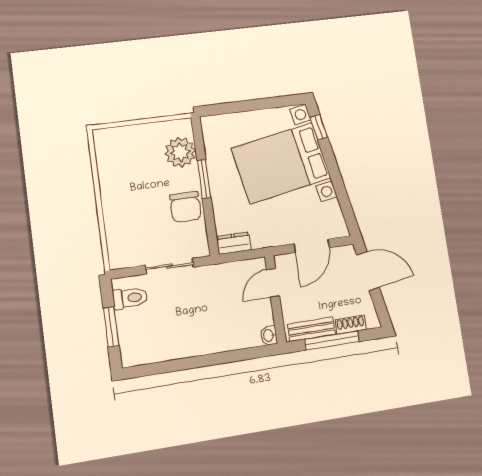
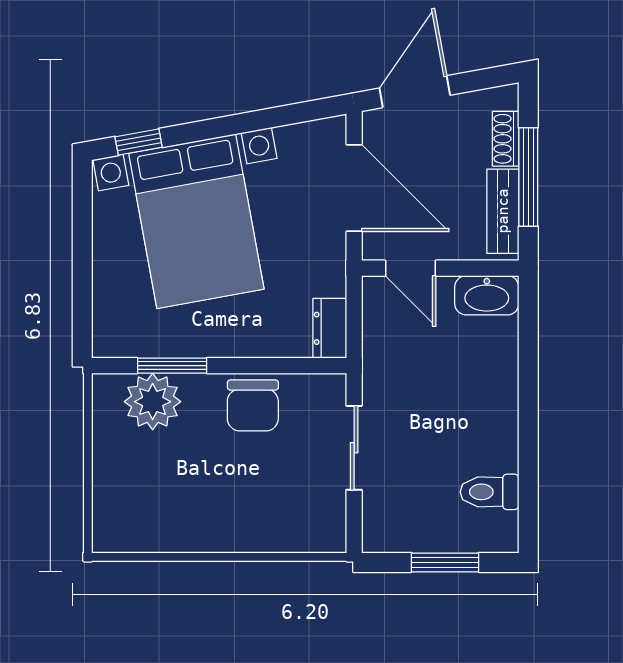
window: (204, 179) -> (172, 366), moved
chair: (186, 207) -> (253, 405), turned 90
door: (312, 246) -> (354, 188), width x1.36
toilet: (130, 298) -> (490, 492), moved, turned -90
washbasin: (269, 335) -> (487, 295), width x1.91, depth x1.45

